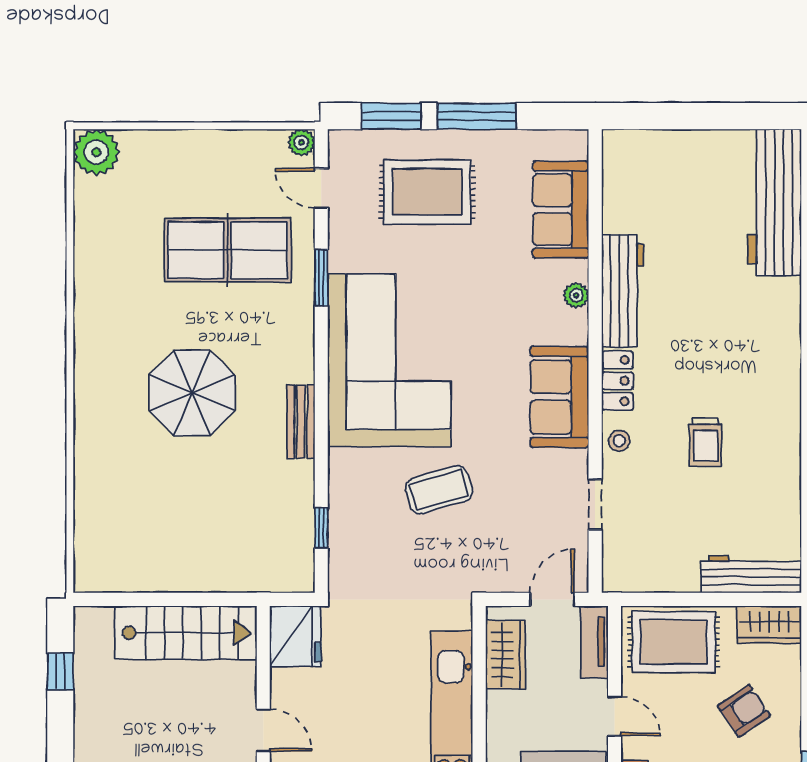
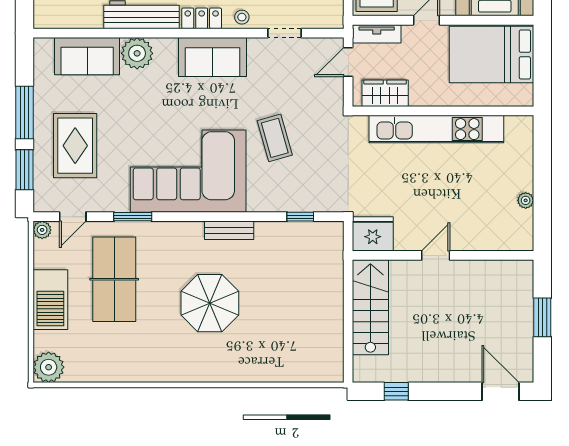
barbecue: (197, 155) -> (50, 300), added
plant: (576, 295) -> (137, 53), width x1.88, depth x1.88
door: (552, 599) -> (348, 62), hinge flipped

